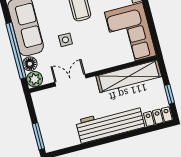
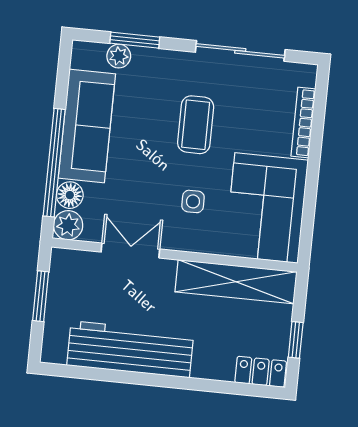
side table: (65, 40) -> (193, 201), moved
workbench: (110, 124) -> (130, 349), moved
window: (38, 136) -> (41, 296), moved

